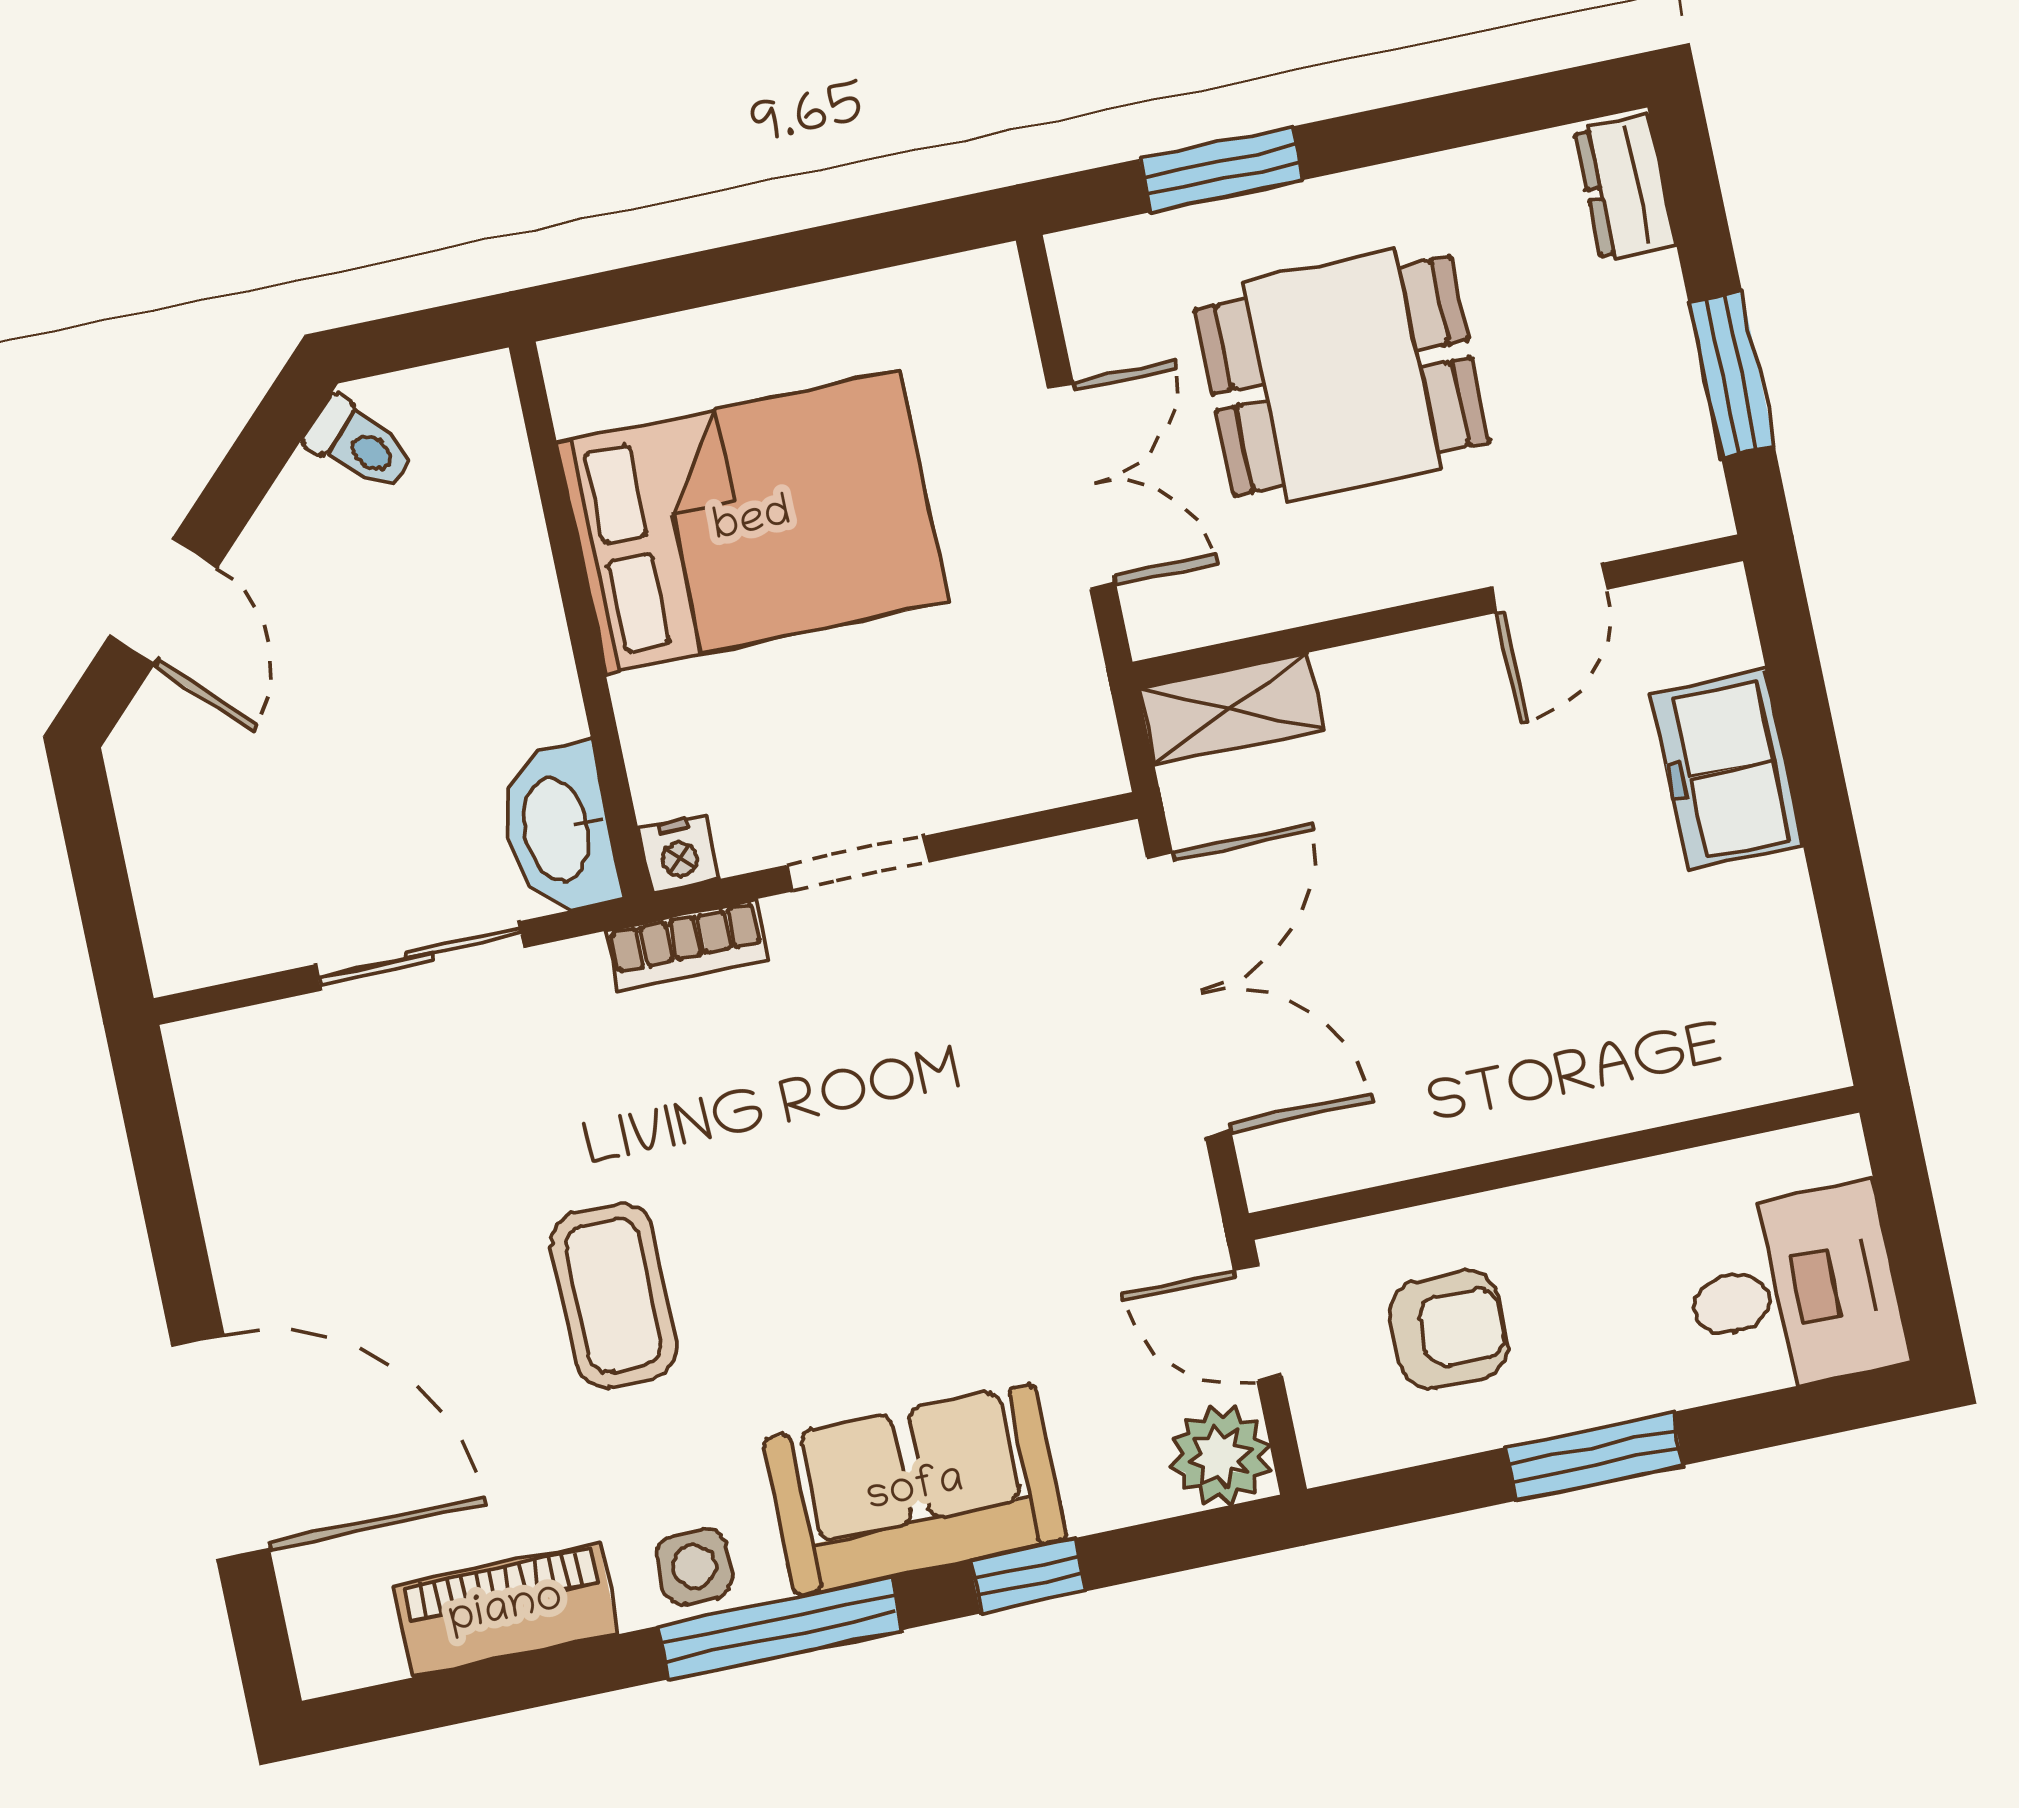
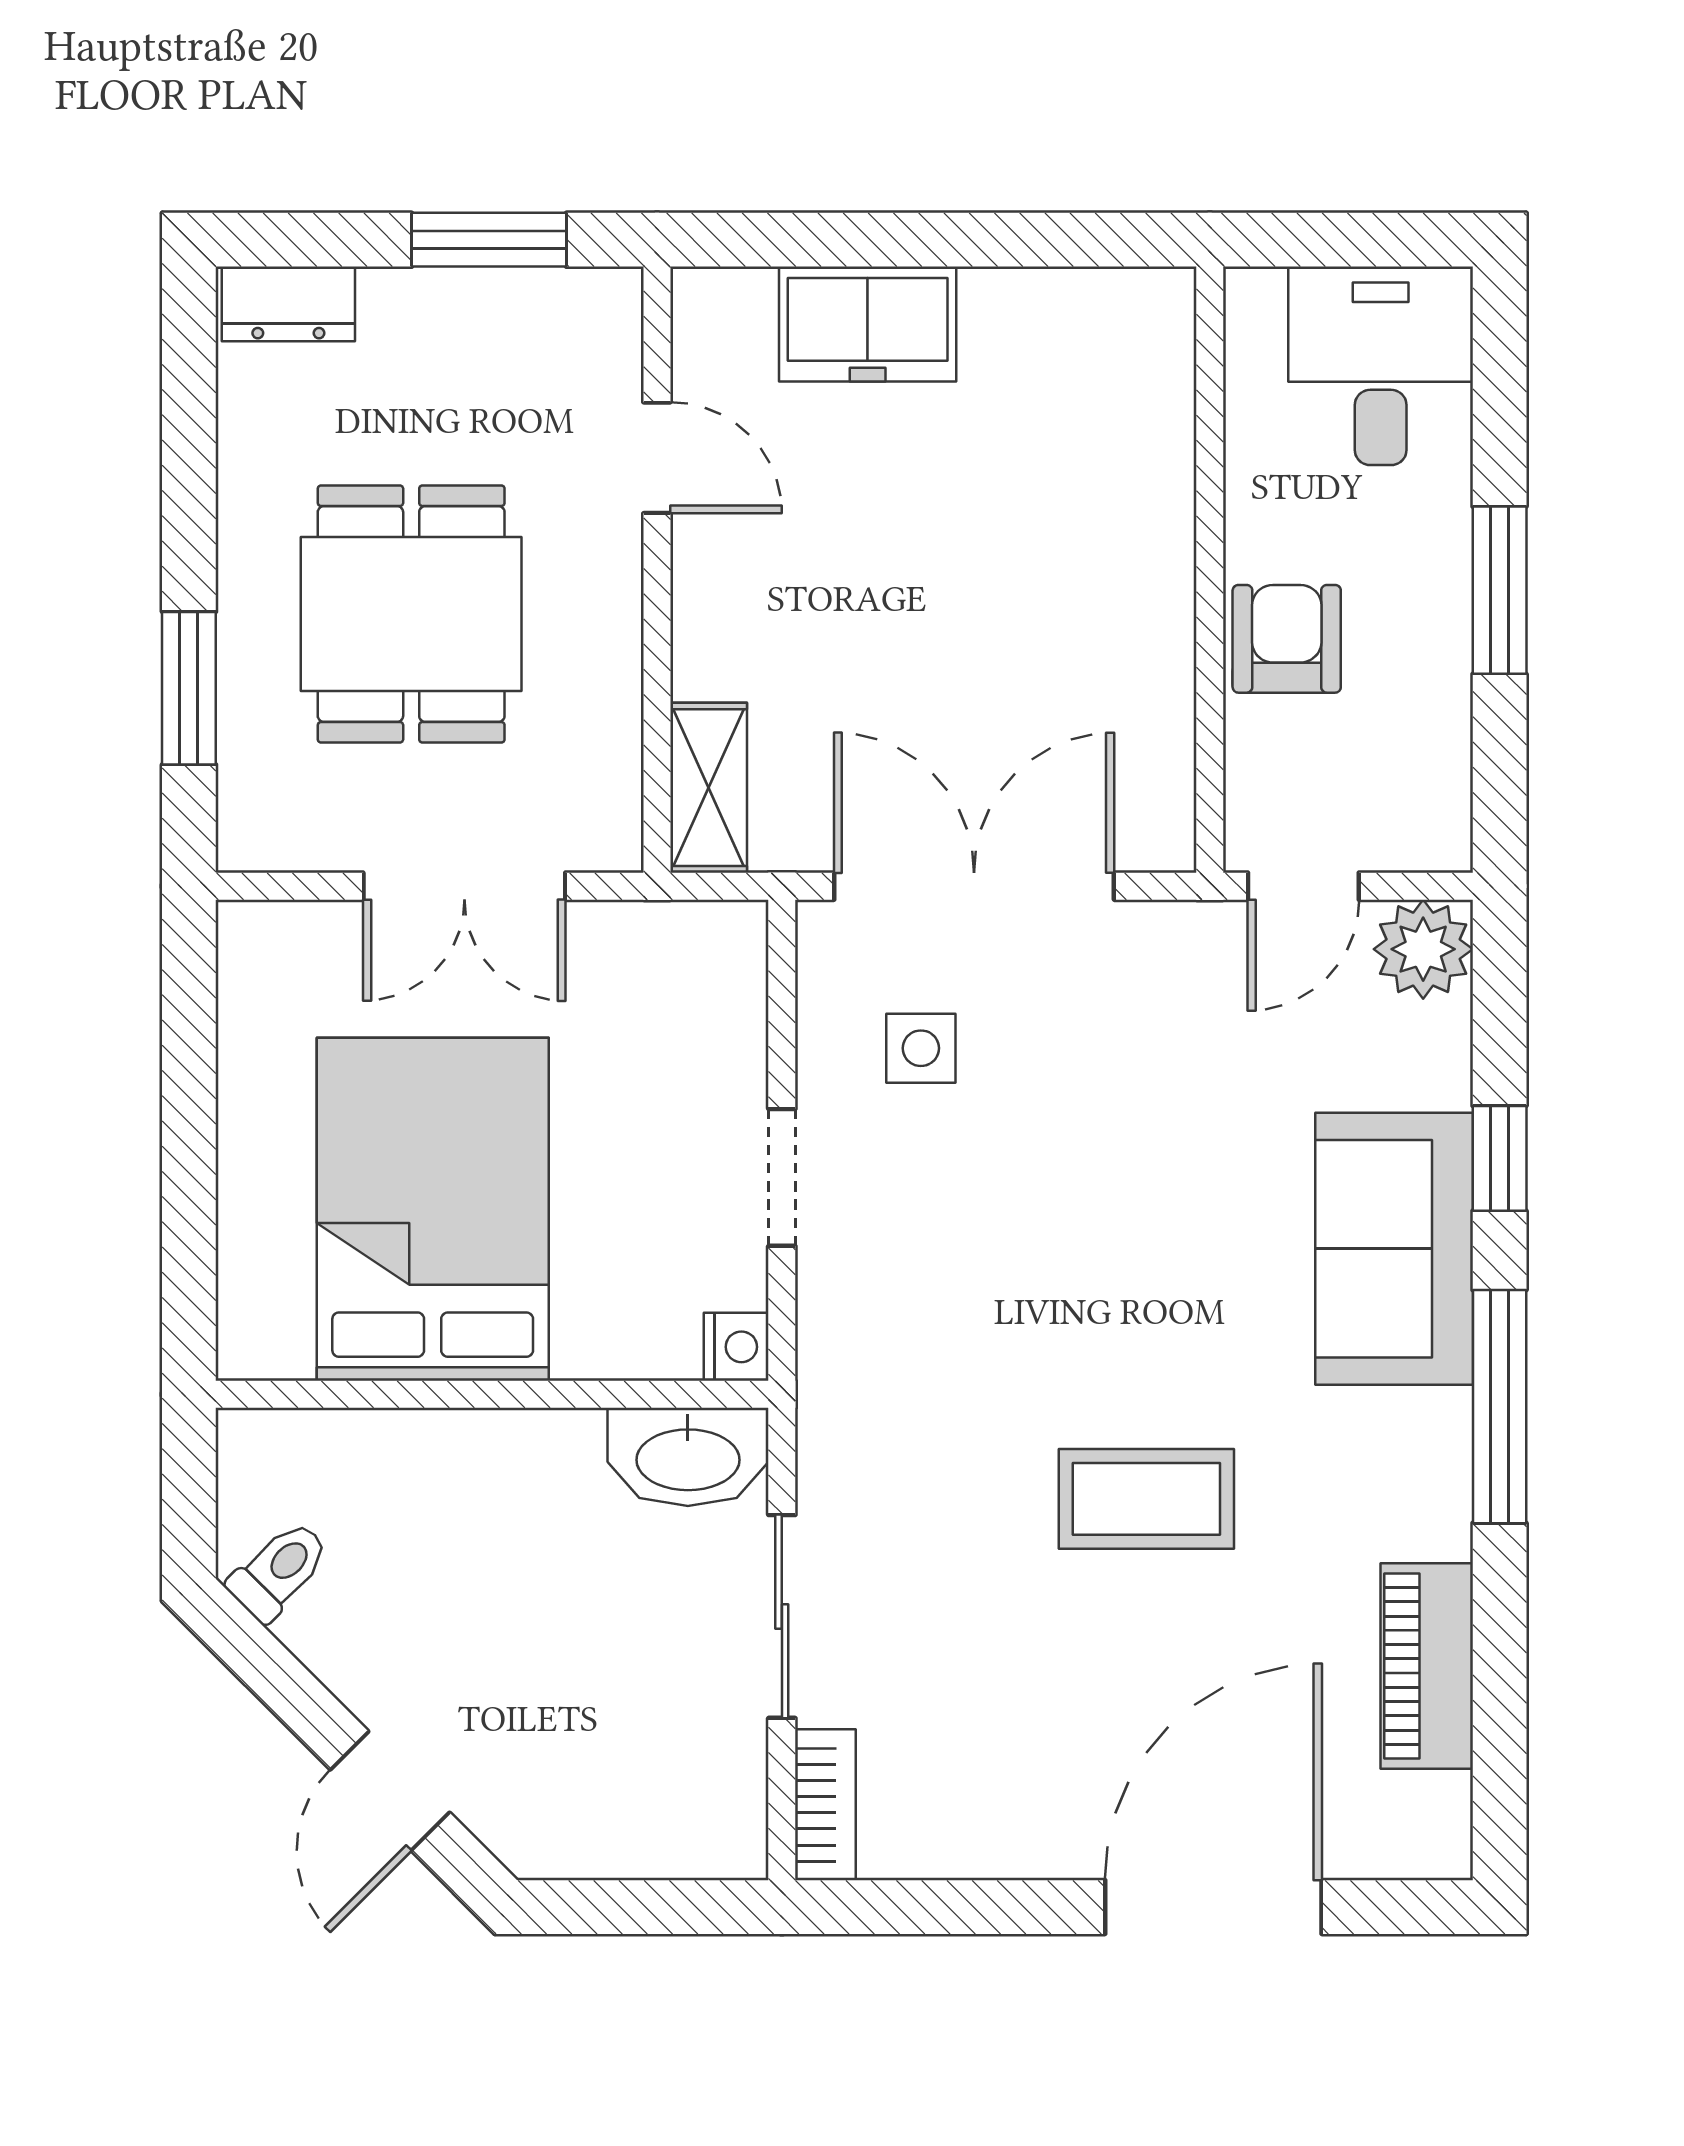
double door: (1082, 486) -> (464, 886), swing flipped
door: (163, 602) -> (390, 1791), swing flipped
bookcase: (687, 945) -> (825, 1805), moved
armchair: (1449, 1330) -> (1287, 639), moved
side table: (694, 1567) -> (921, 1048), moved

